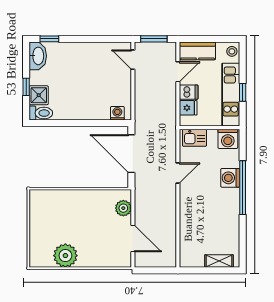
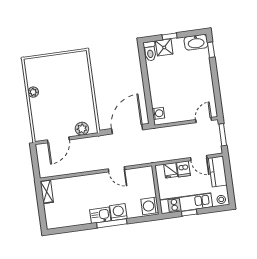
kitchen sink: (194, 138) -> (100, 215), moved, turned 90
window: (243, 188) -> (112, 223), width x0.68
plant: (65, 256) -> (33, 92), width x0.53, depth x0.53
shelving: (219, 261) -> (47, 192), moved

